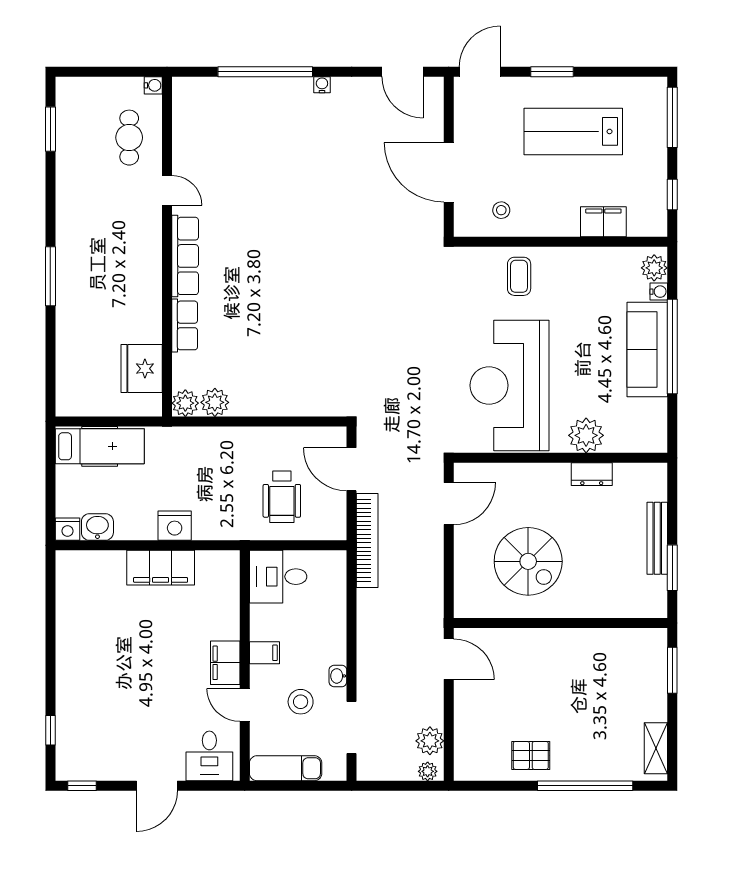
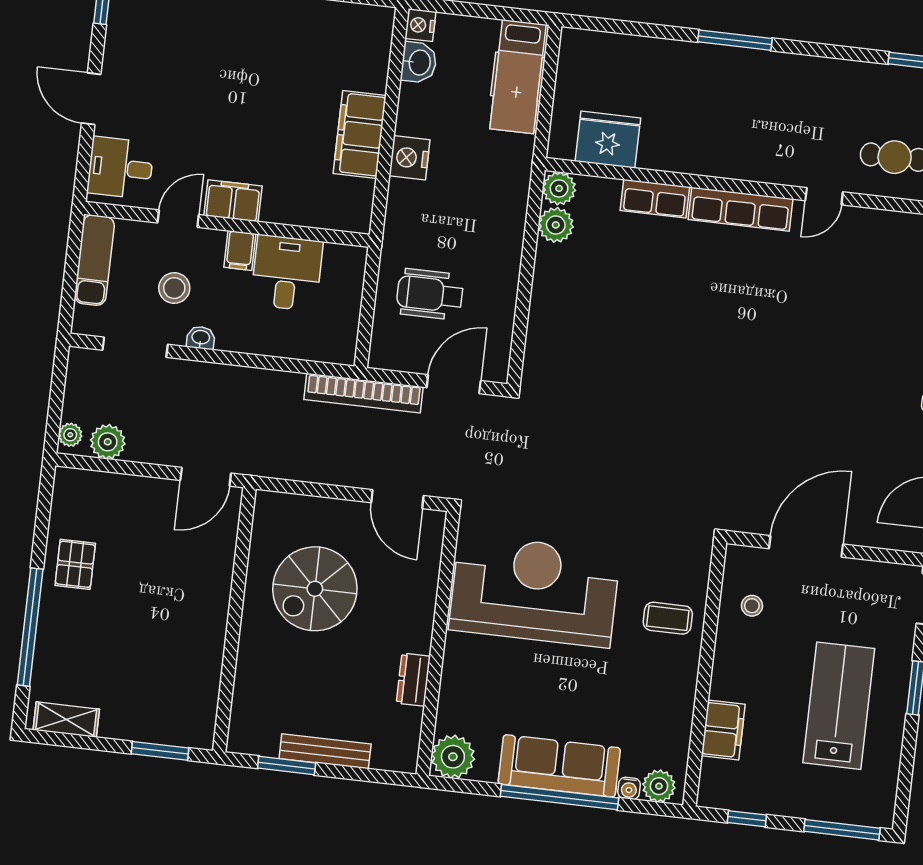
plant: (586, 435) -> (453, 757), moved
desk: (278, 577) -> (287, 273), moved

